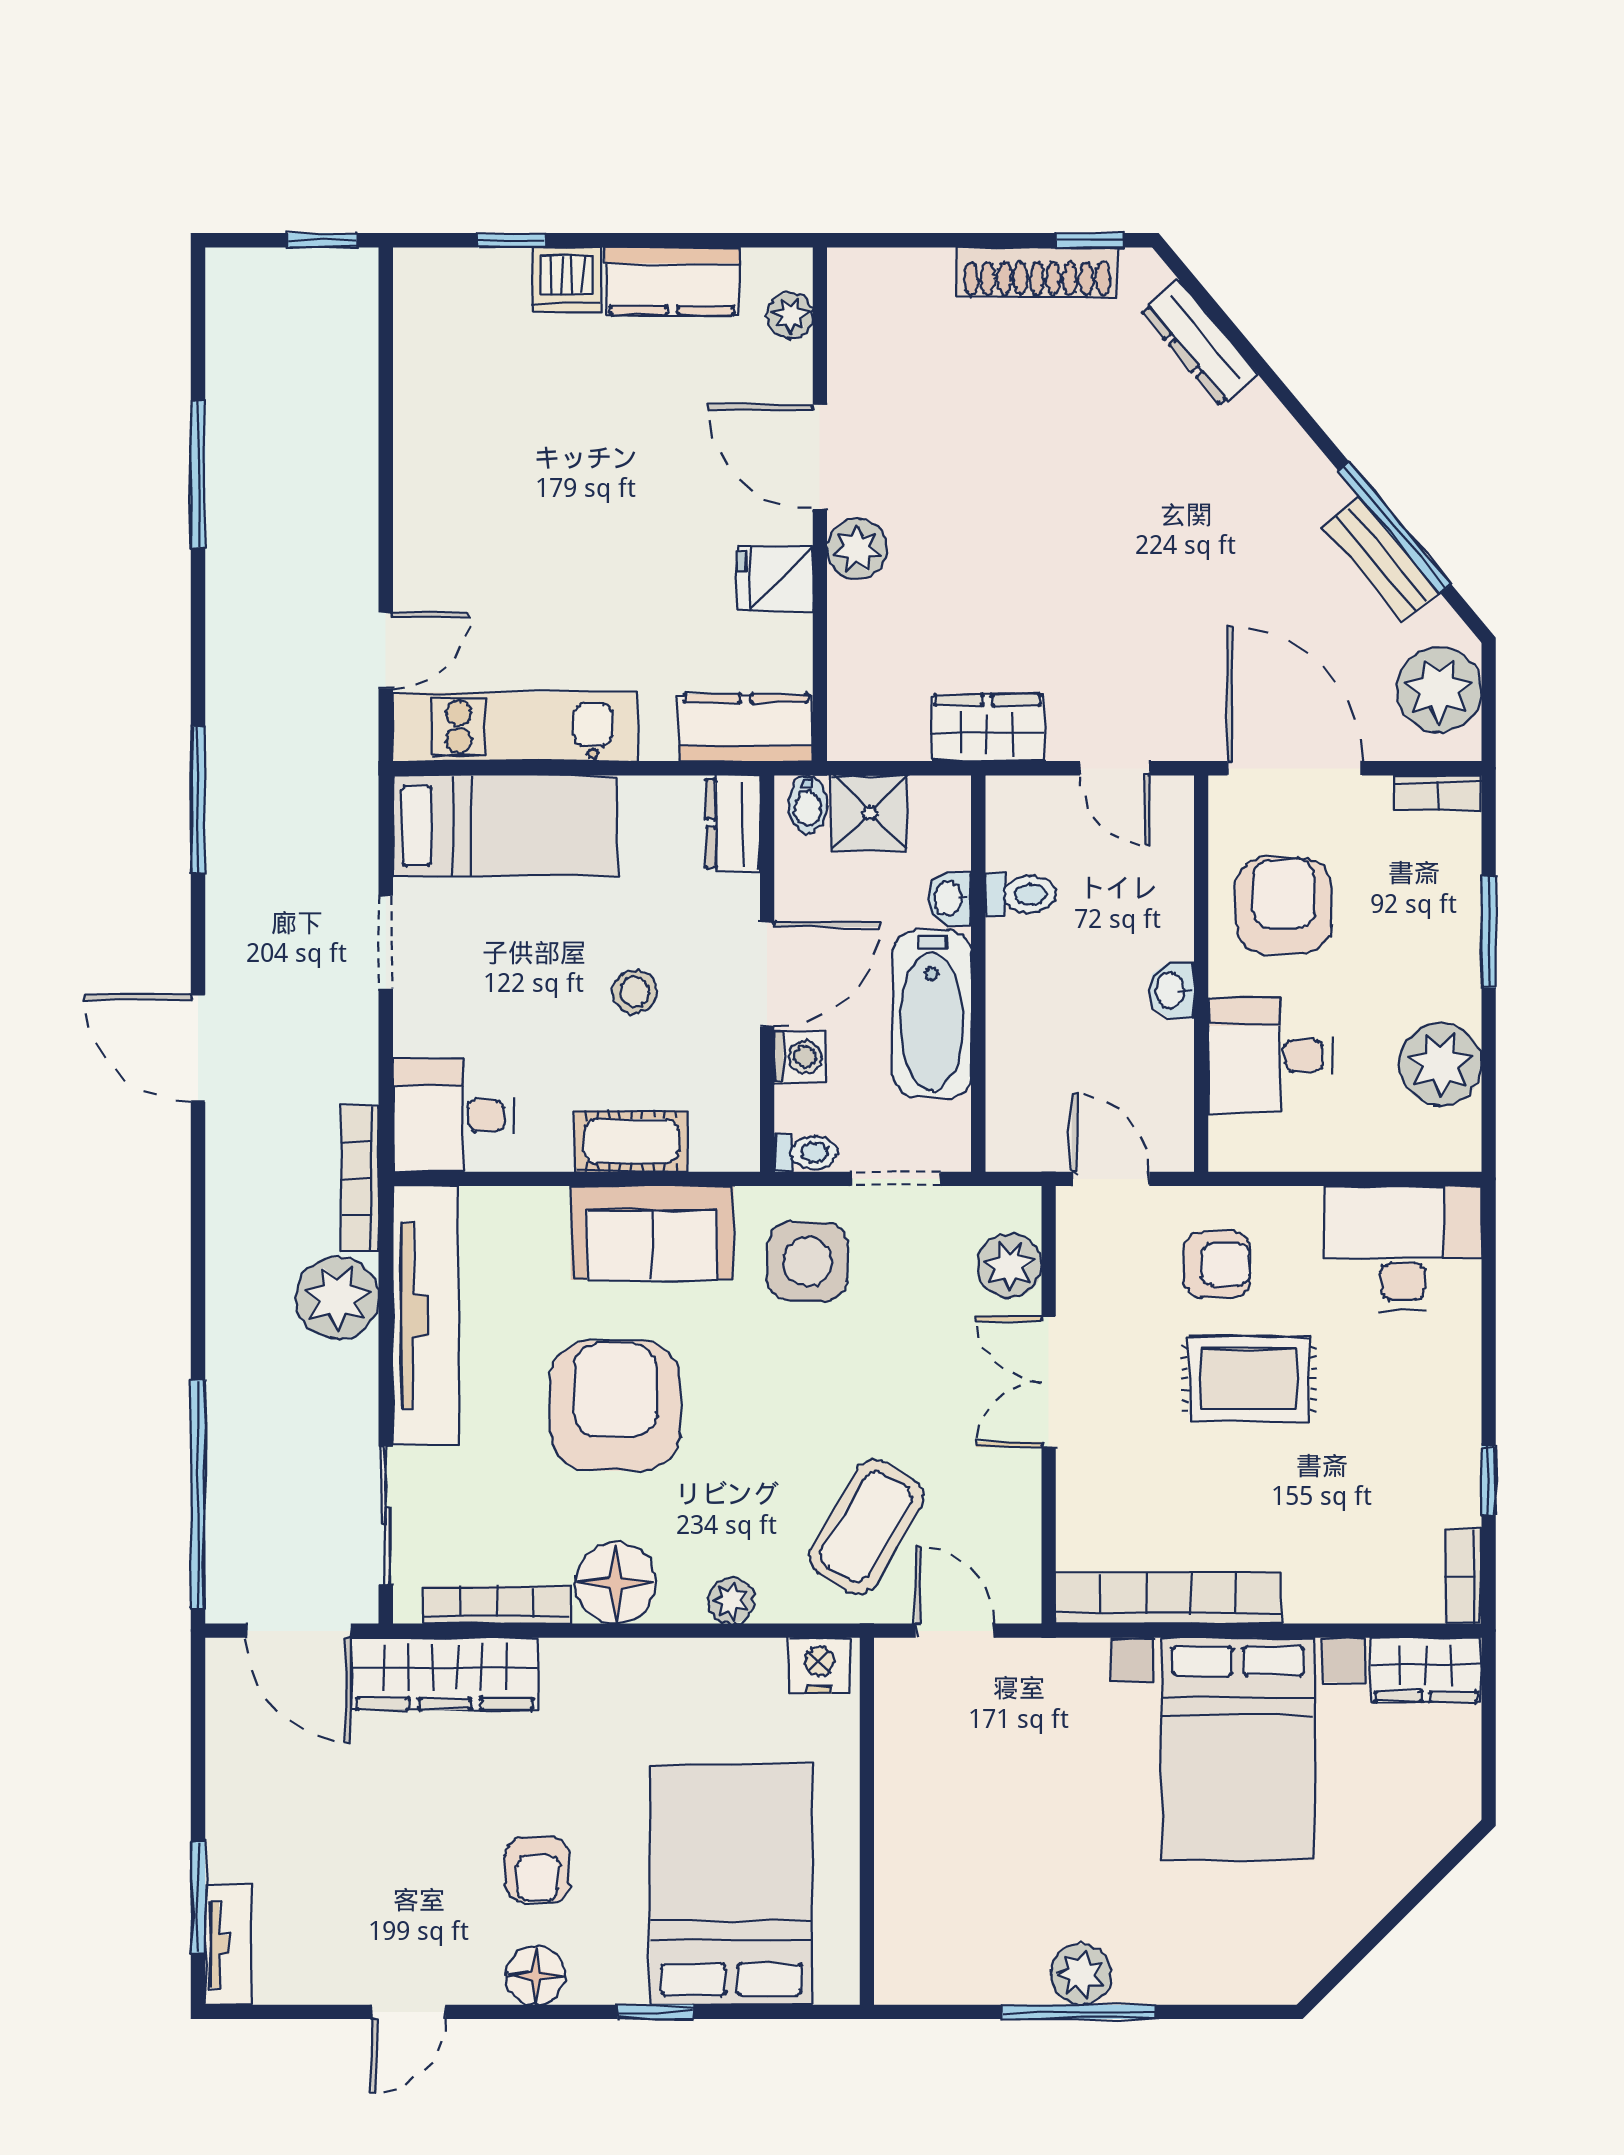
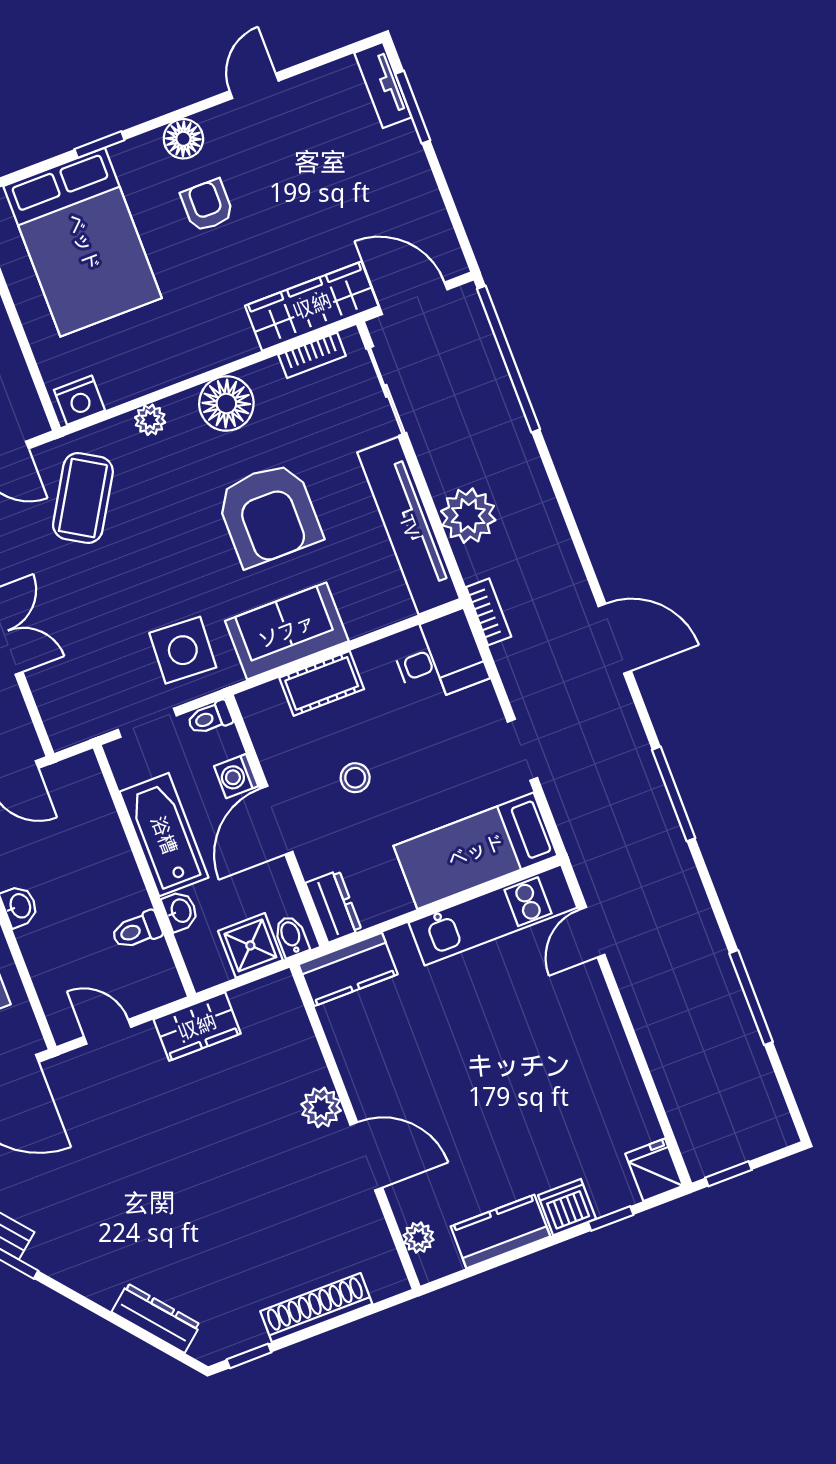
shoe rack: (1037, 272) -> (316, 1308), moved
fridge: (775, 578) -> (654, 1170), moved, turned -90
bookcase: (360, 1179) -> (489, 612), width x0.64
plant: (1010, 1266) -> (55, 695), removed
bookcase: (497, 1605) -> (312, 355), width x0.64

